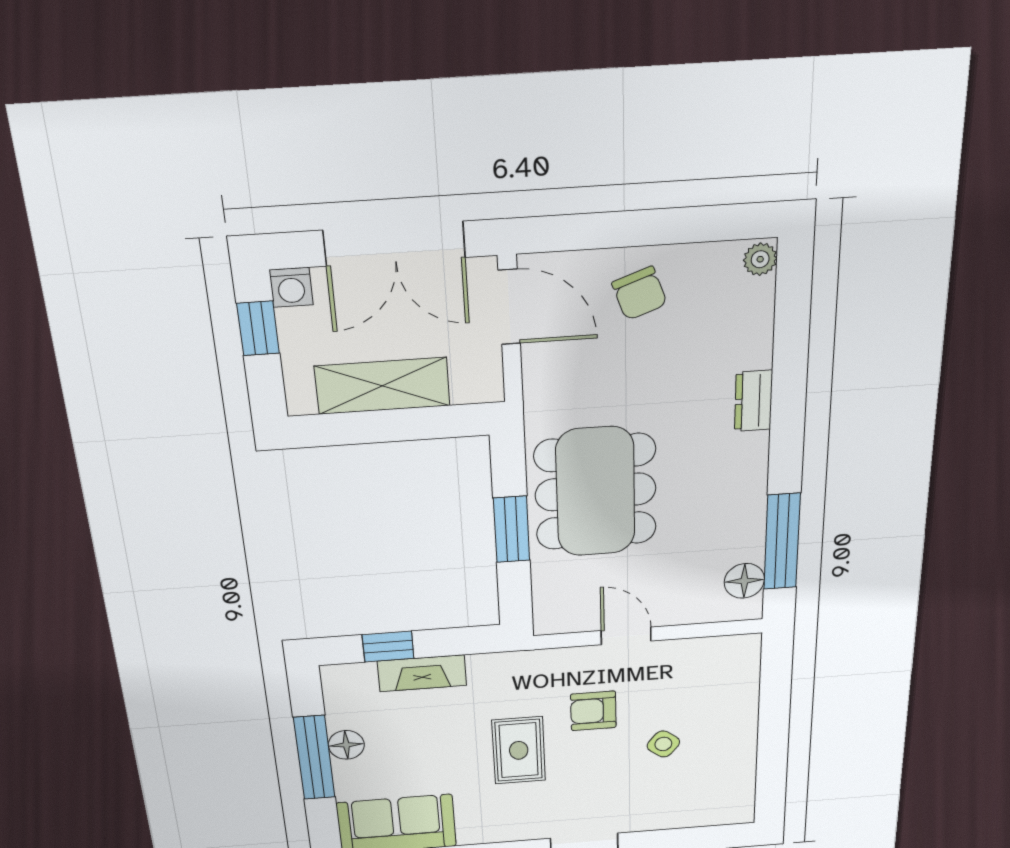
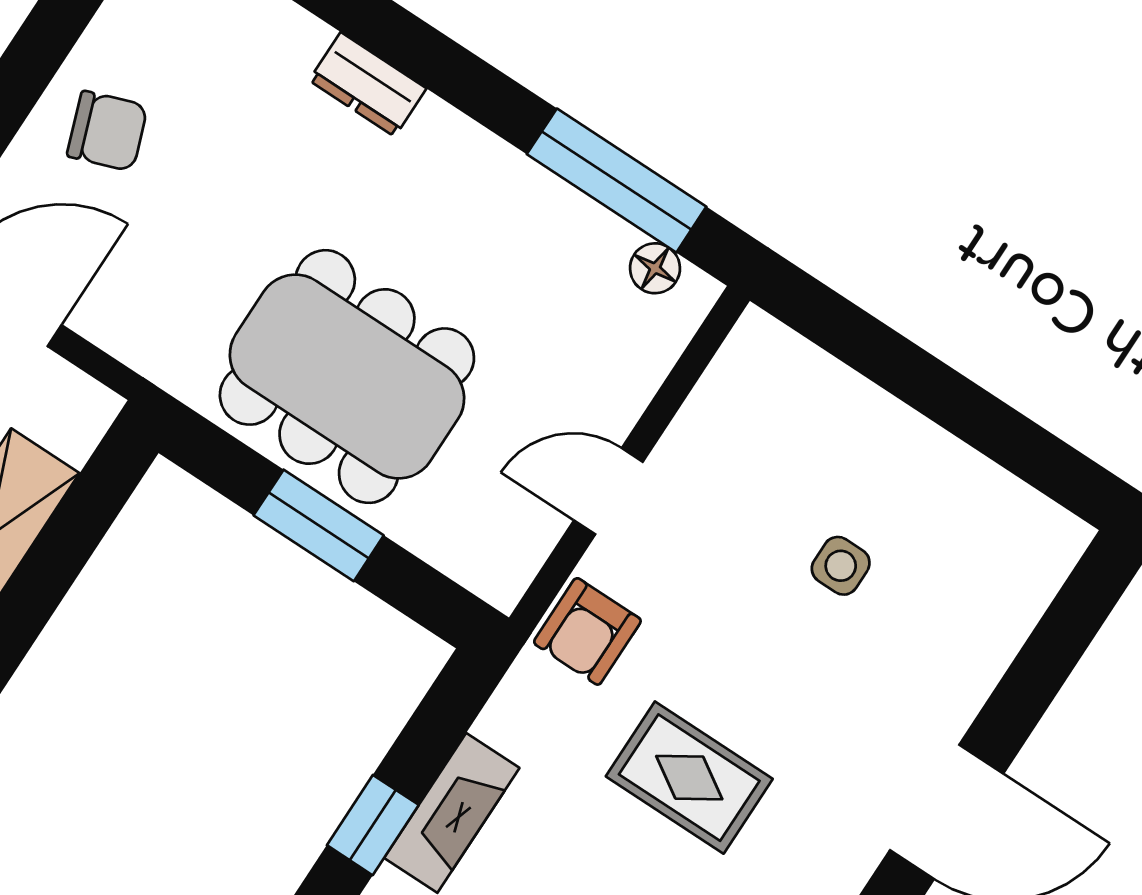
floor lamp: (744, 581) -> (655, 268), width x0.73, depth x0.73
armchair: (593, 711) -> (587, 631), moved
side table: (663, 744) -> (841, 566), turned -38

